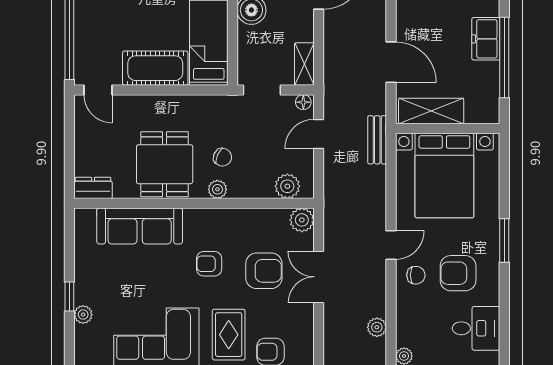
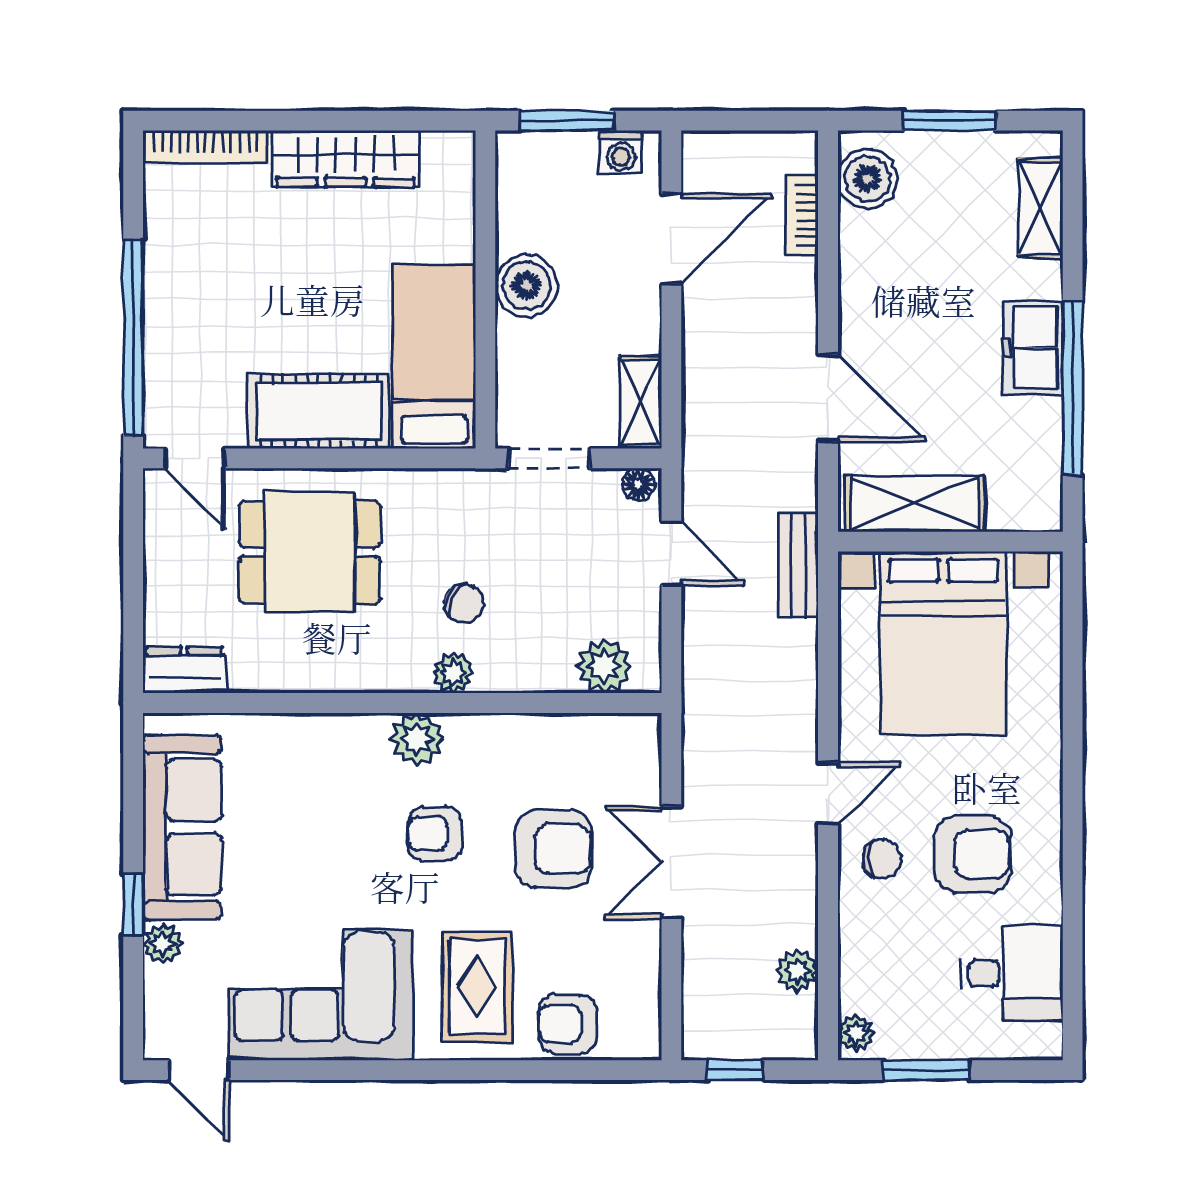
door: (319, 134) -> (671, 553), swing flipped
dining table: (165, 164) -> (310, 552), moved, turned 90
plant: (302, 220) -> (417, 739), moved
sofa: (140, 226) -> (182, 827), moved, turned -90
window: (504, 240) -> (1073, 783), removed
armchair: (458, 273) -> (973, 854), turned 180

